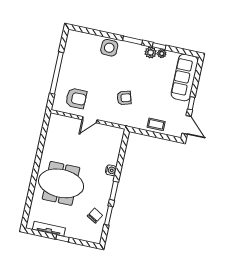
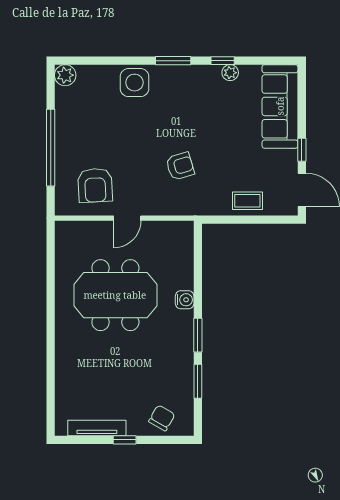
plant: (151, 53) -> (65, 75), moved
armchair: (76, 98) -> (95, 185), turned 87
meeting table: (61, 183) -> (115, 295), moved
chair: (95, 216) -> (162, 418), moved

